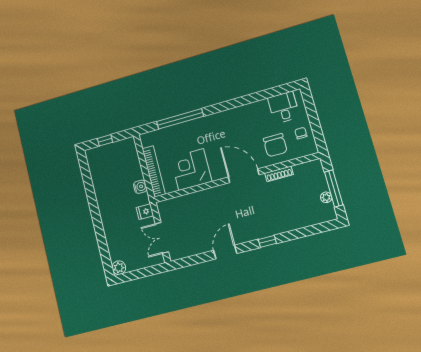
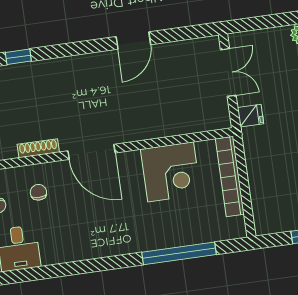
chair: (275, 145) -> (38, 192), width x0.54, depth x0.54
water cooler: (140, 187) -> (254, 155), removed
window: (267, 241) -> (18, 57), moved

